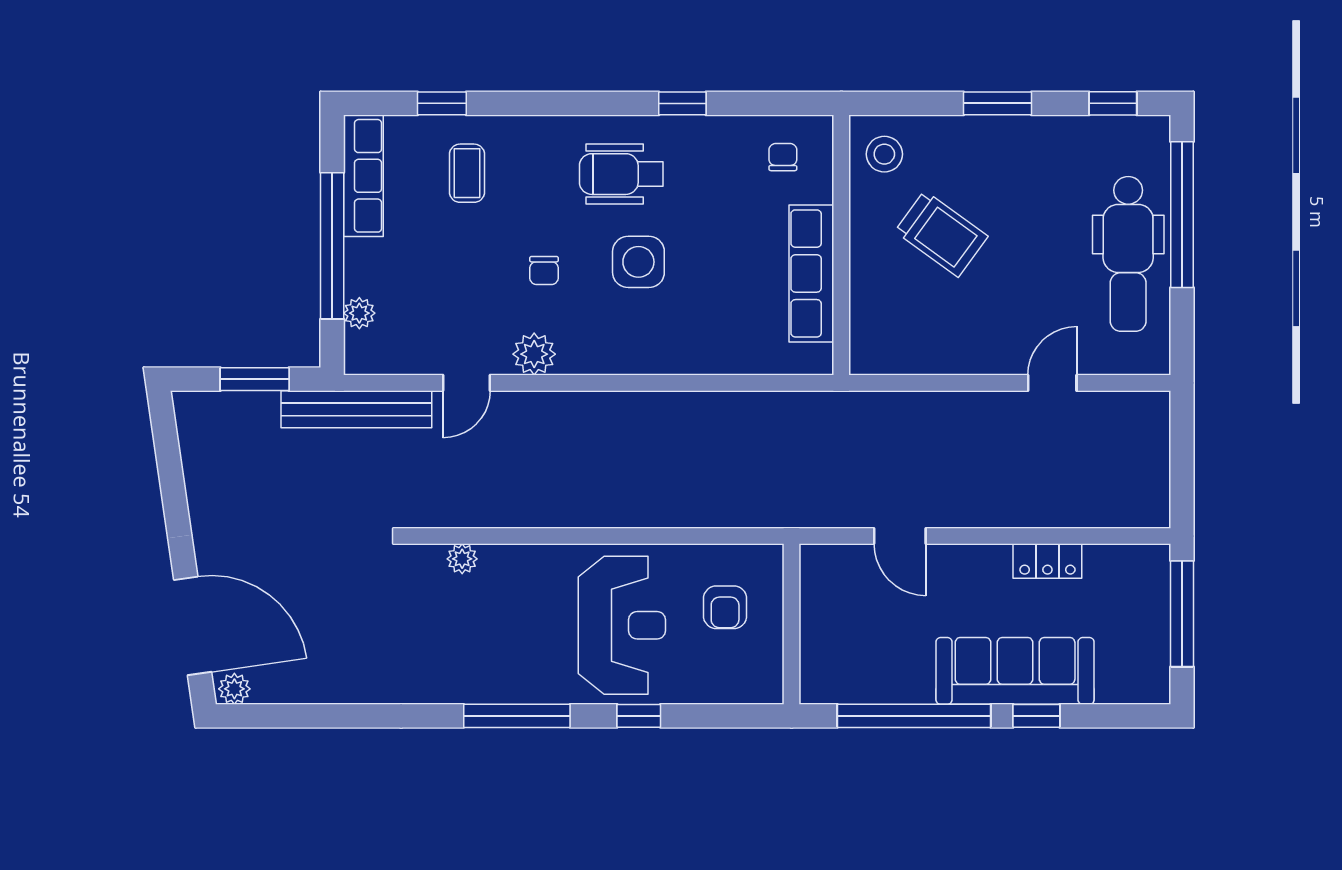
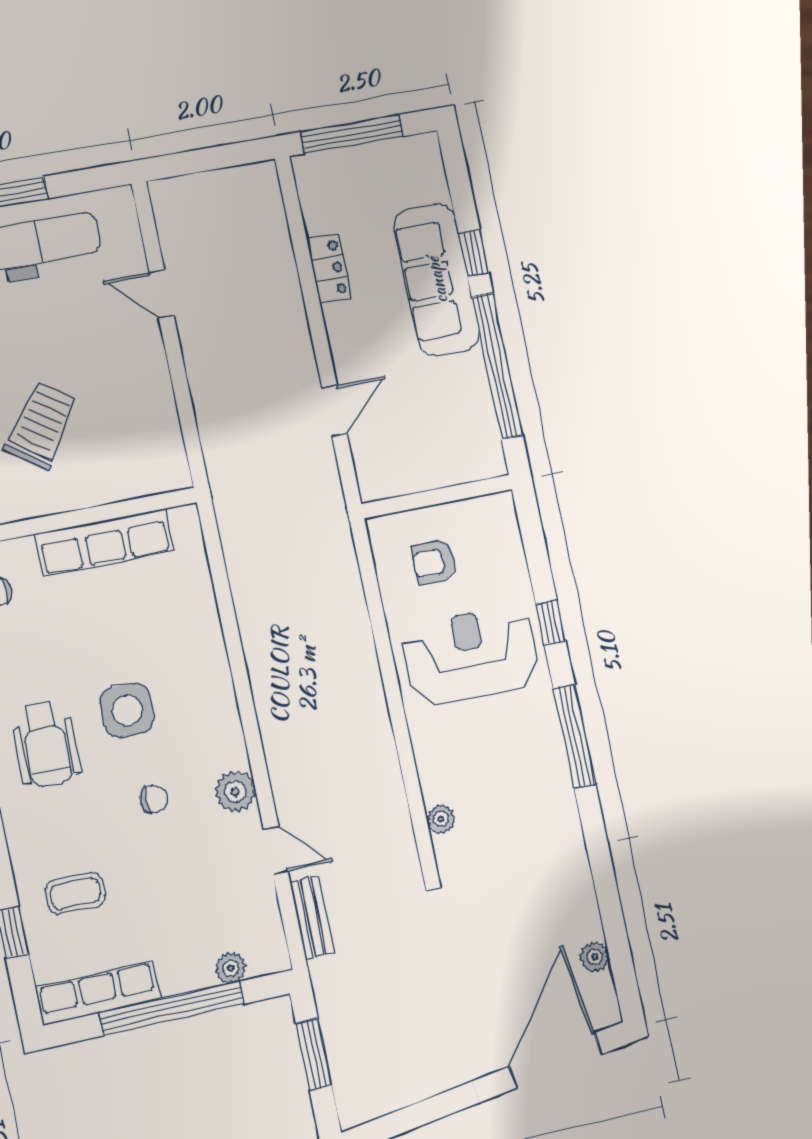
bench: (356, 409) -> (312, 918), width x0.54, depth x0.82
armchair: (725, 607) -> (434, 562), turned 180
plant: (234, 689) -> (595, 957), moved

